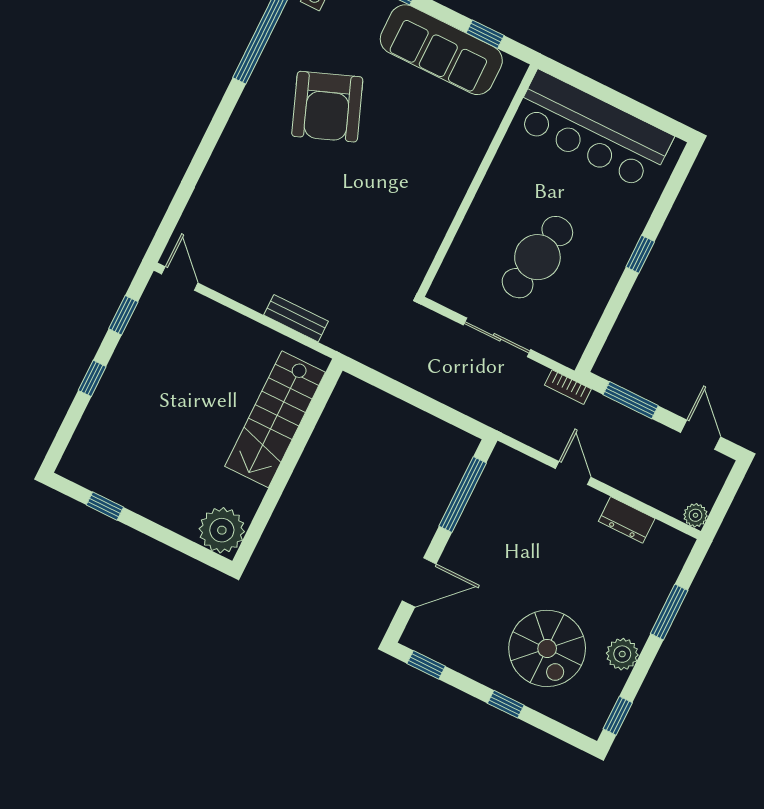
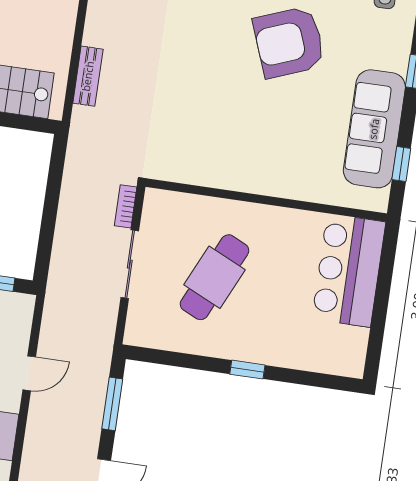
bar counter: (592, 130) -> (349, 270), width x0.73
cafe table: (537, 257) -> (215, 277), turned -76
bookcase: (568, 387) -> (126, 206), moved

